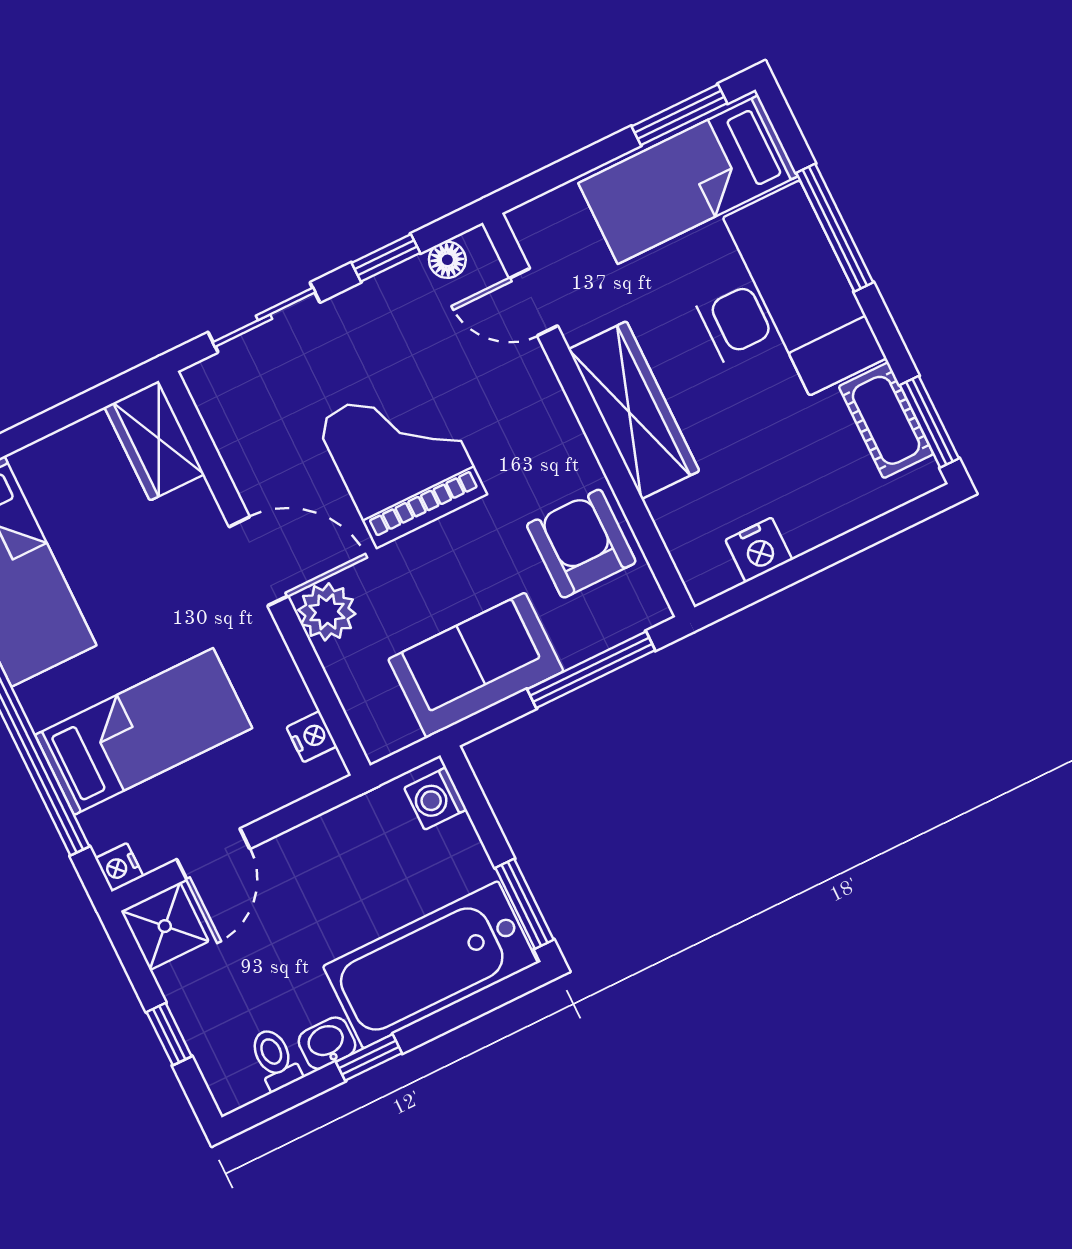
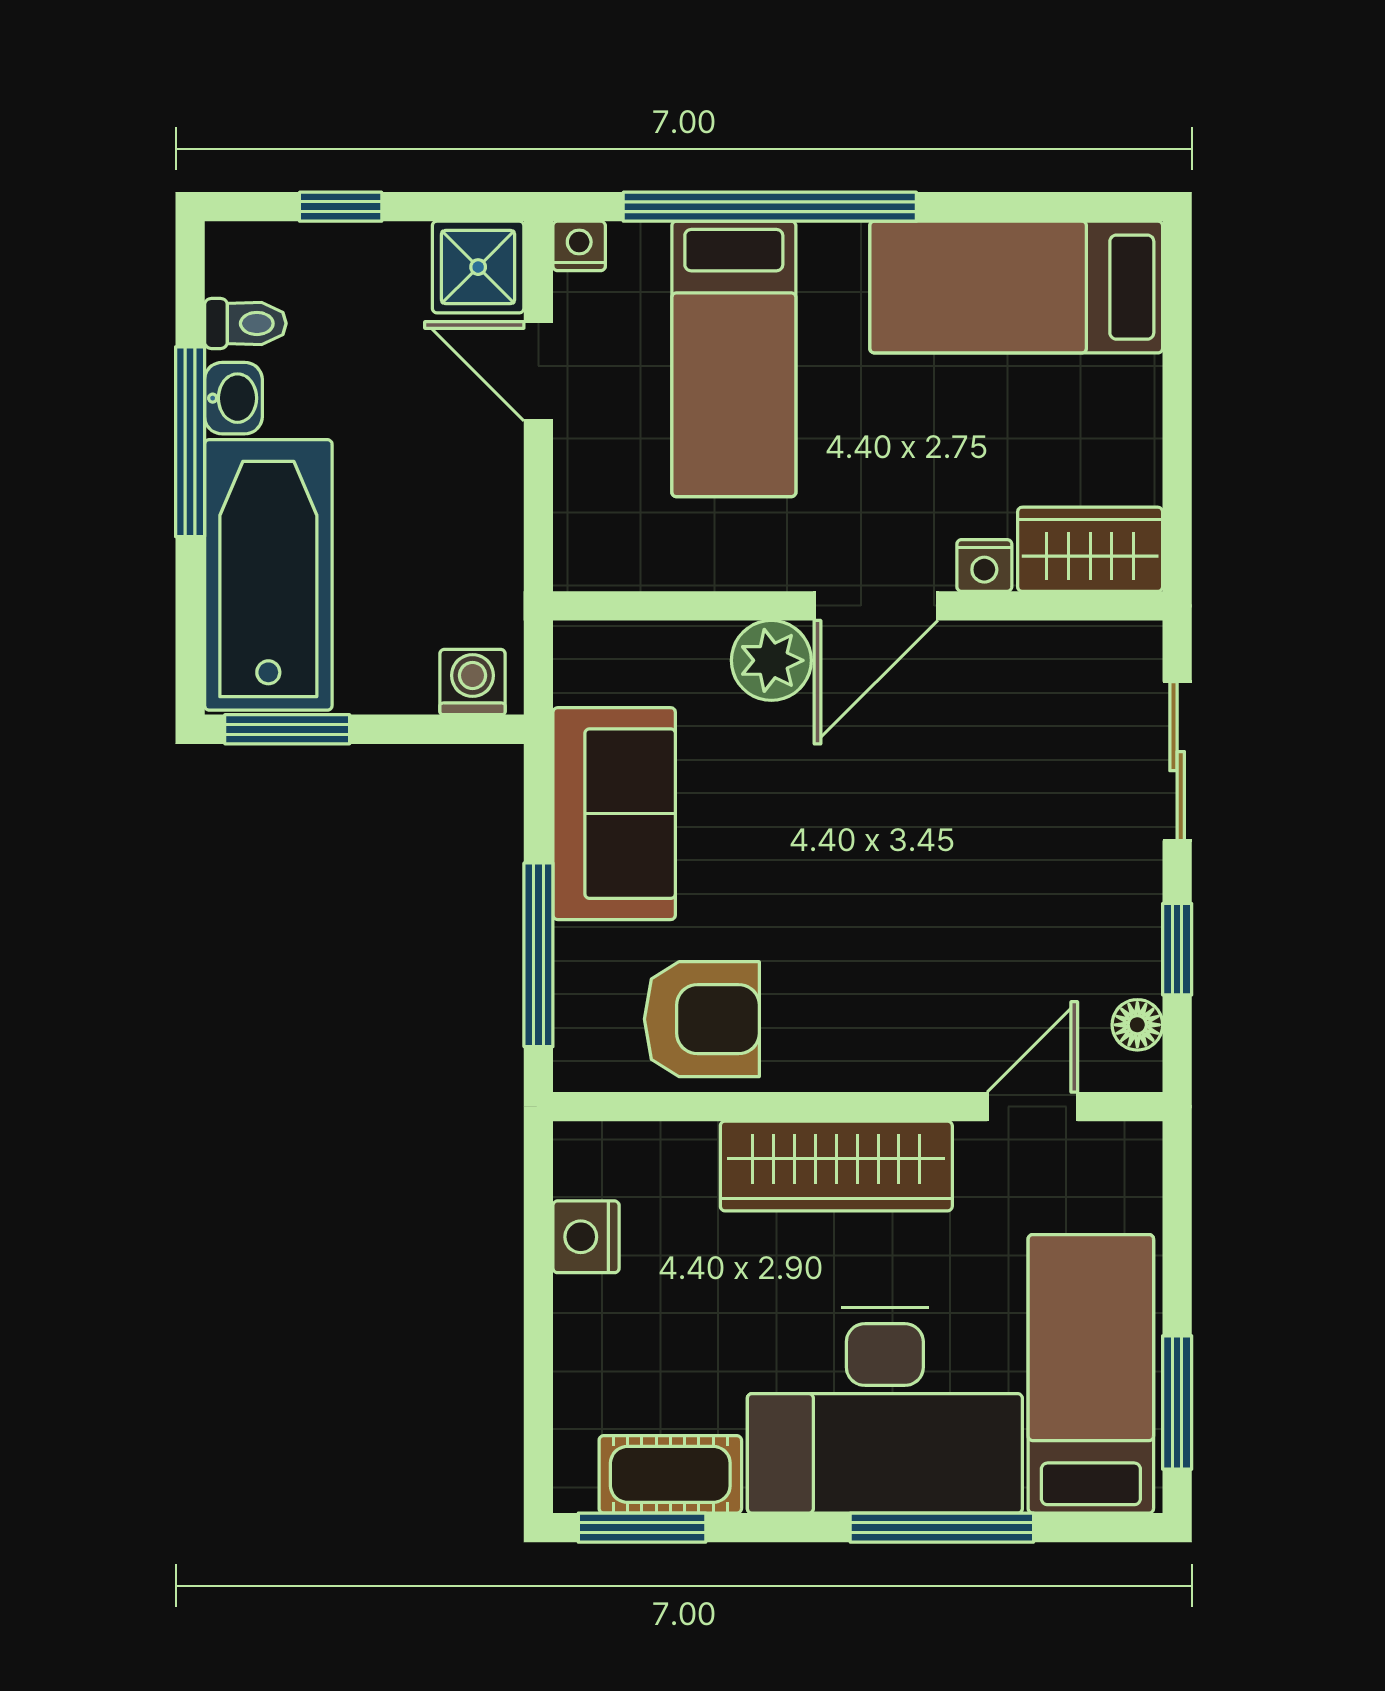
grand piano: (401, 458) -> (919, 847), removed
nightstand: (312, 737) -> (984, 565), moved
window: (369, 1057) -> (190, 442), width x2.17

